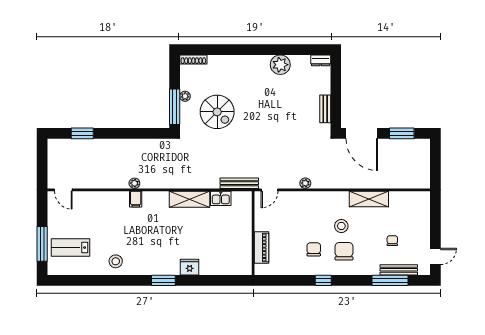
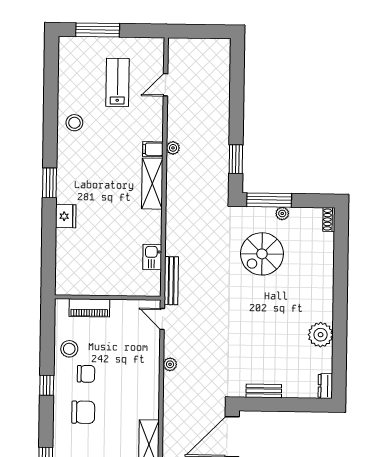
shoe rack: (193, 59) -> (329, 220), width x0.70
window: (82, 133) -> (236, 159), moved
door: (63, 190) -> (165, 85), moved
shelving: (189, 199) -> (152, 184), moved
stool: (341, 226) -> (69, 349), moved
lab bench: (71, 248) -> (117, 82), moved

